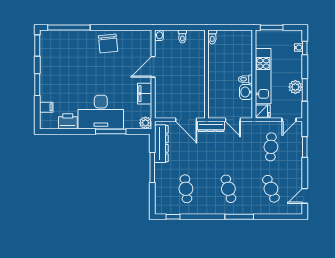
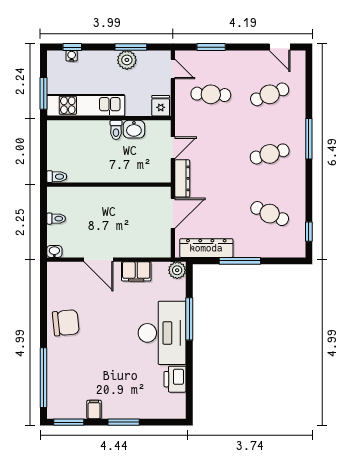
kitchen unit: (263, 76) -> (86, 105), moved
filing cabinet: (46, 107) -> (94, 409), moved
cafe table: (186, 189) -> (270, 214), turned 30

